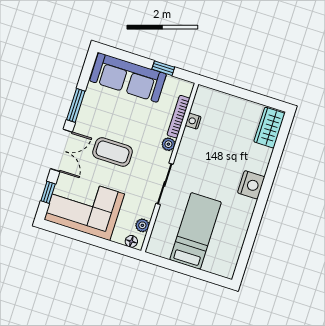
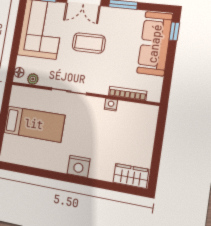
window: (163, 68) -> (174, 31), moved
nightstand: (193, 121) -> (111, 105), moved
plant: (168, 144) -> (103, 89), removed
coffee table: (113, 152) -> (89, 43), turned 90

